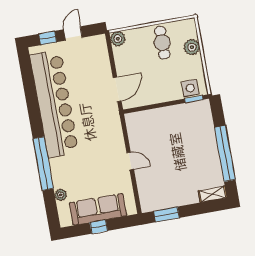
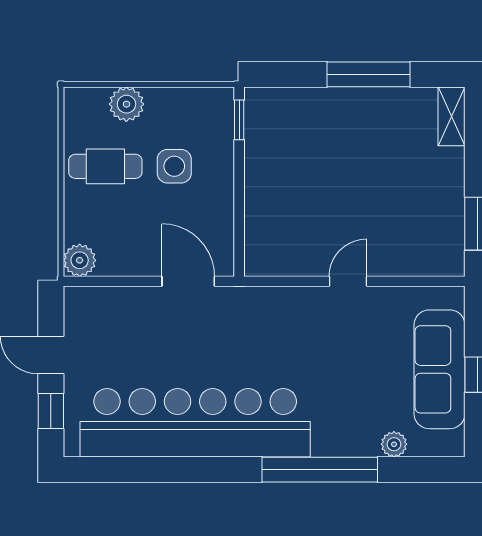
side table: (190, 88) -> (174, 166), moved
window: (225, 154) -> (369, 74), width x0.68

